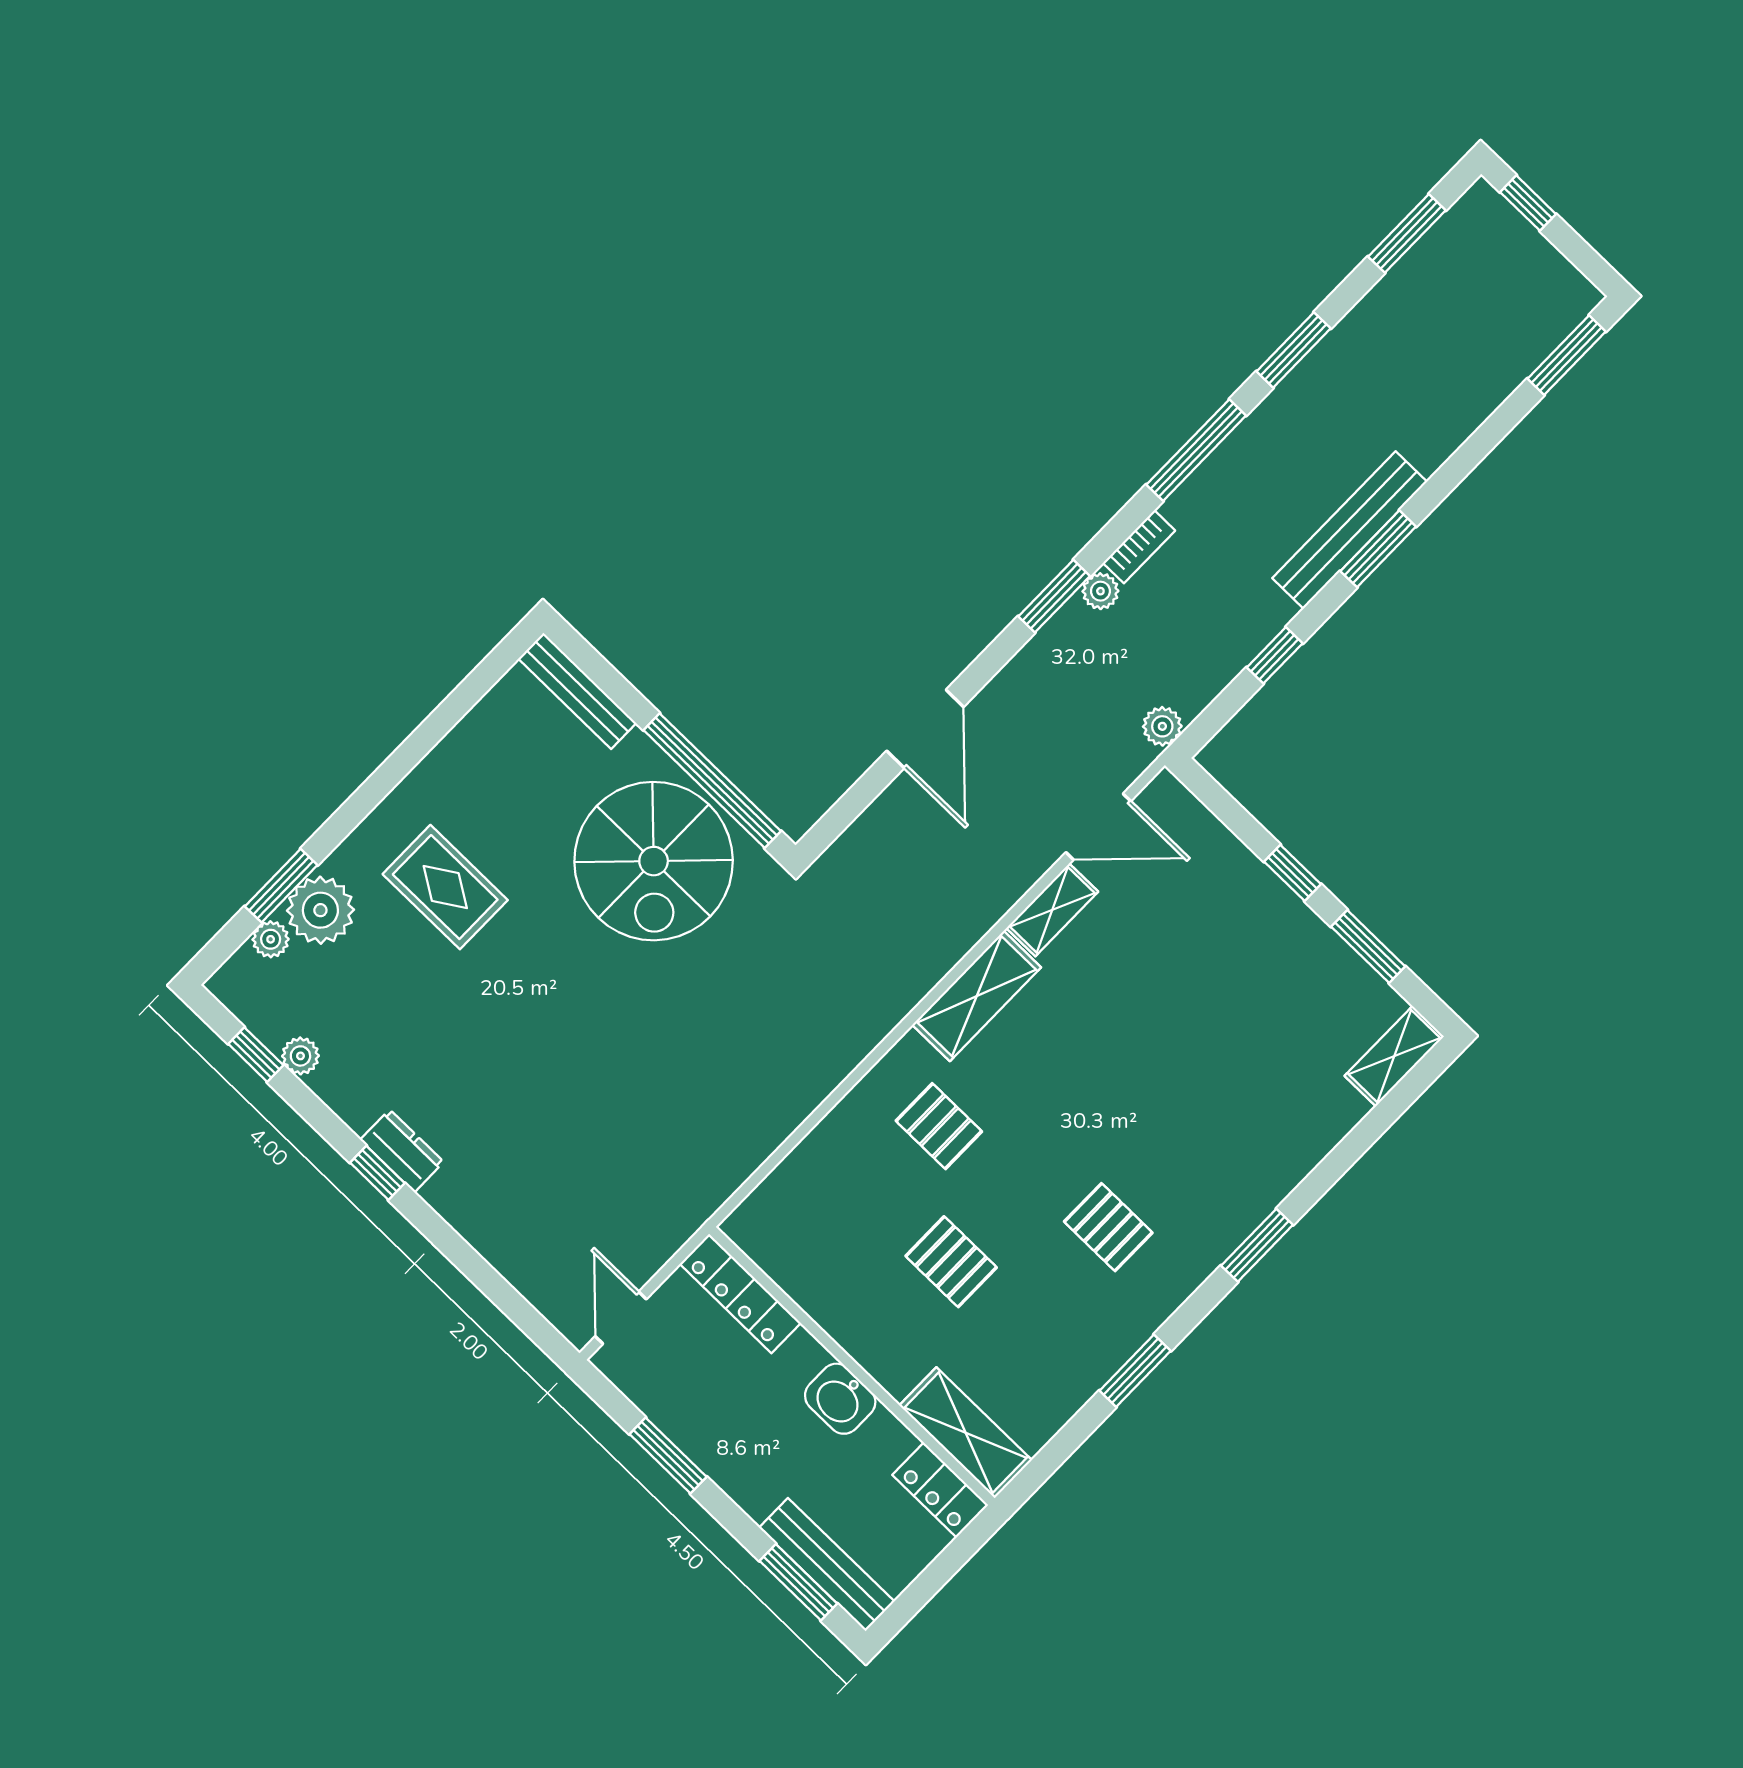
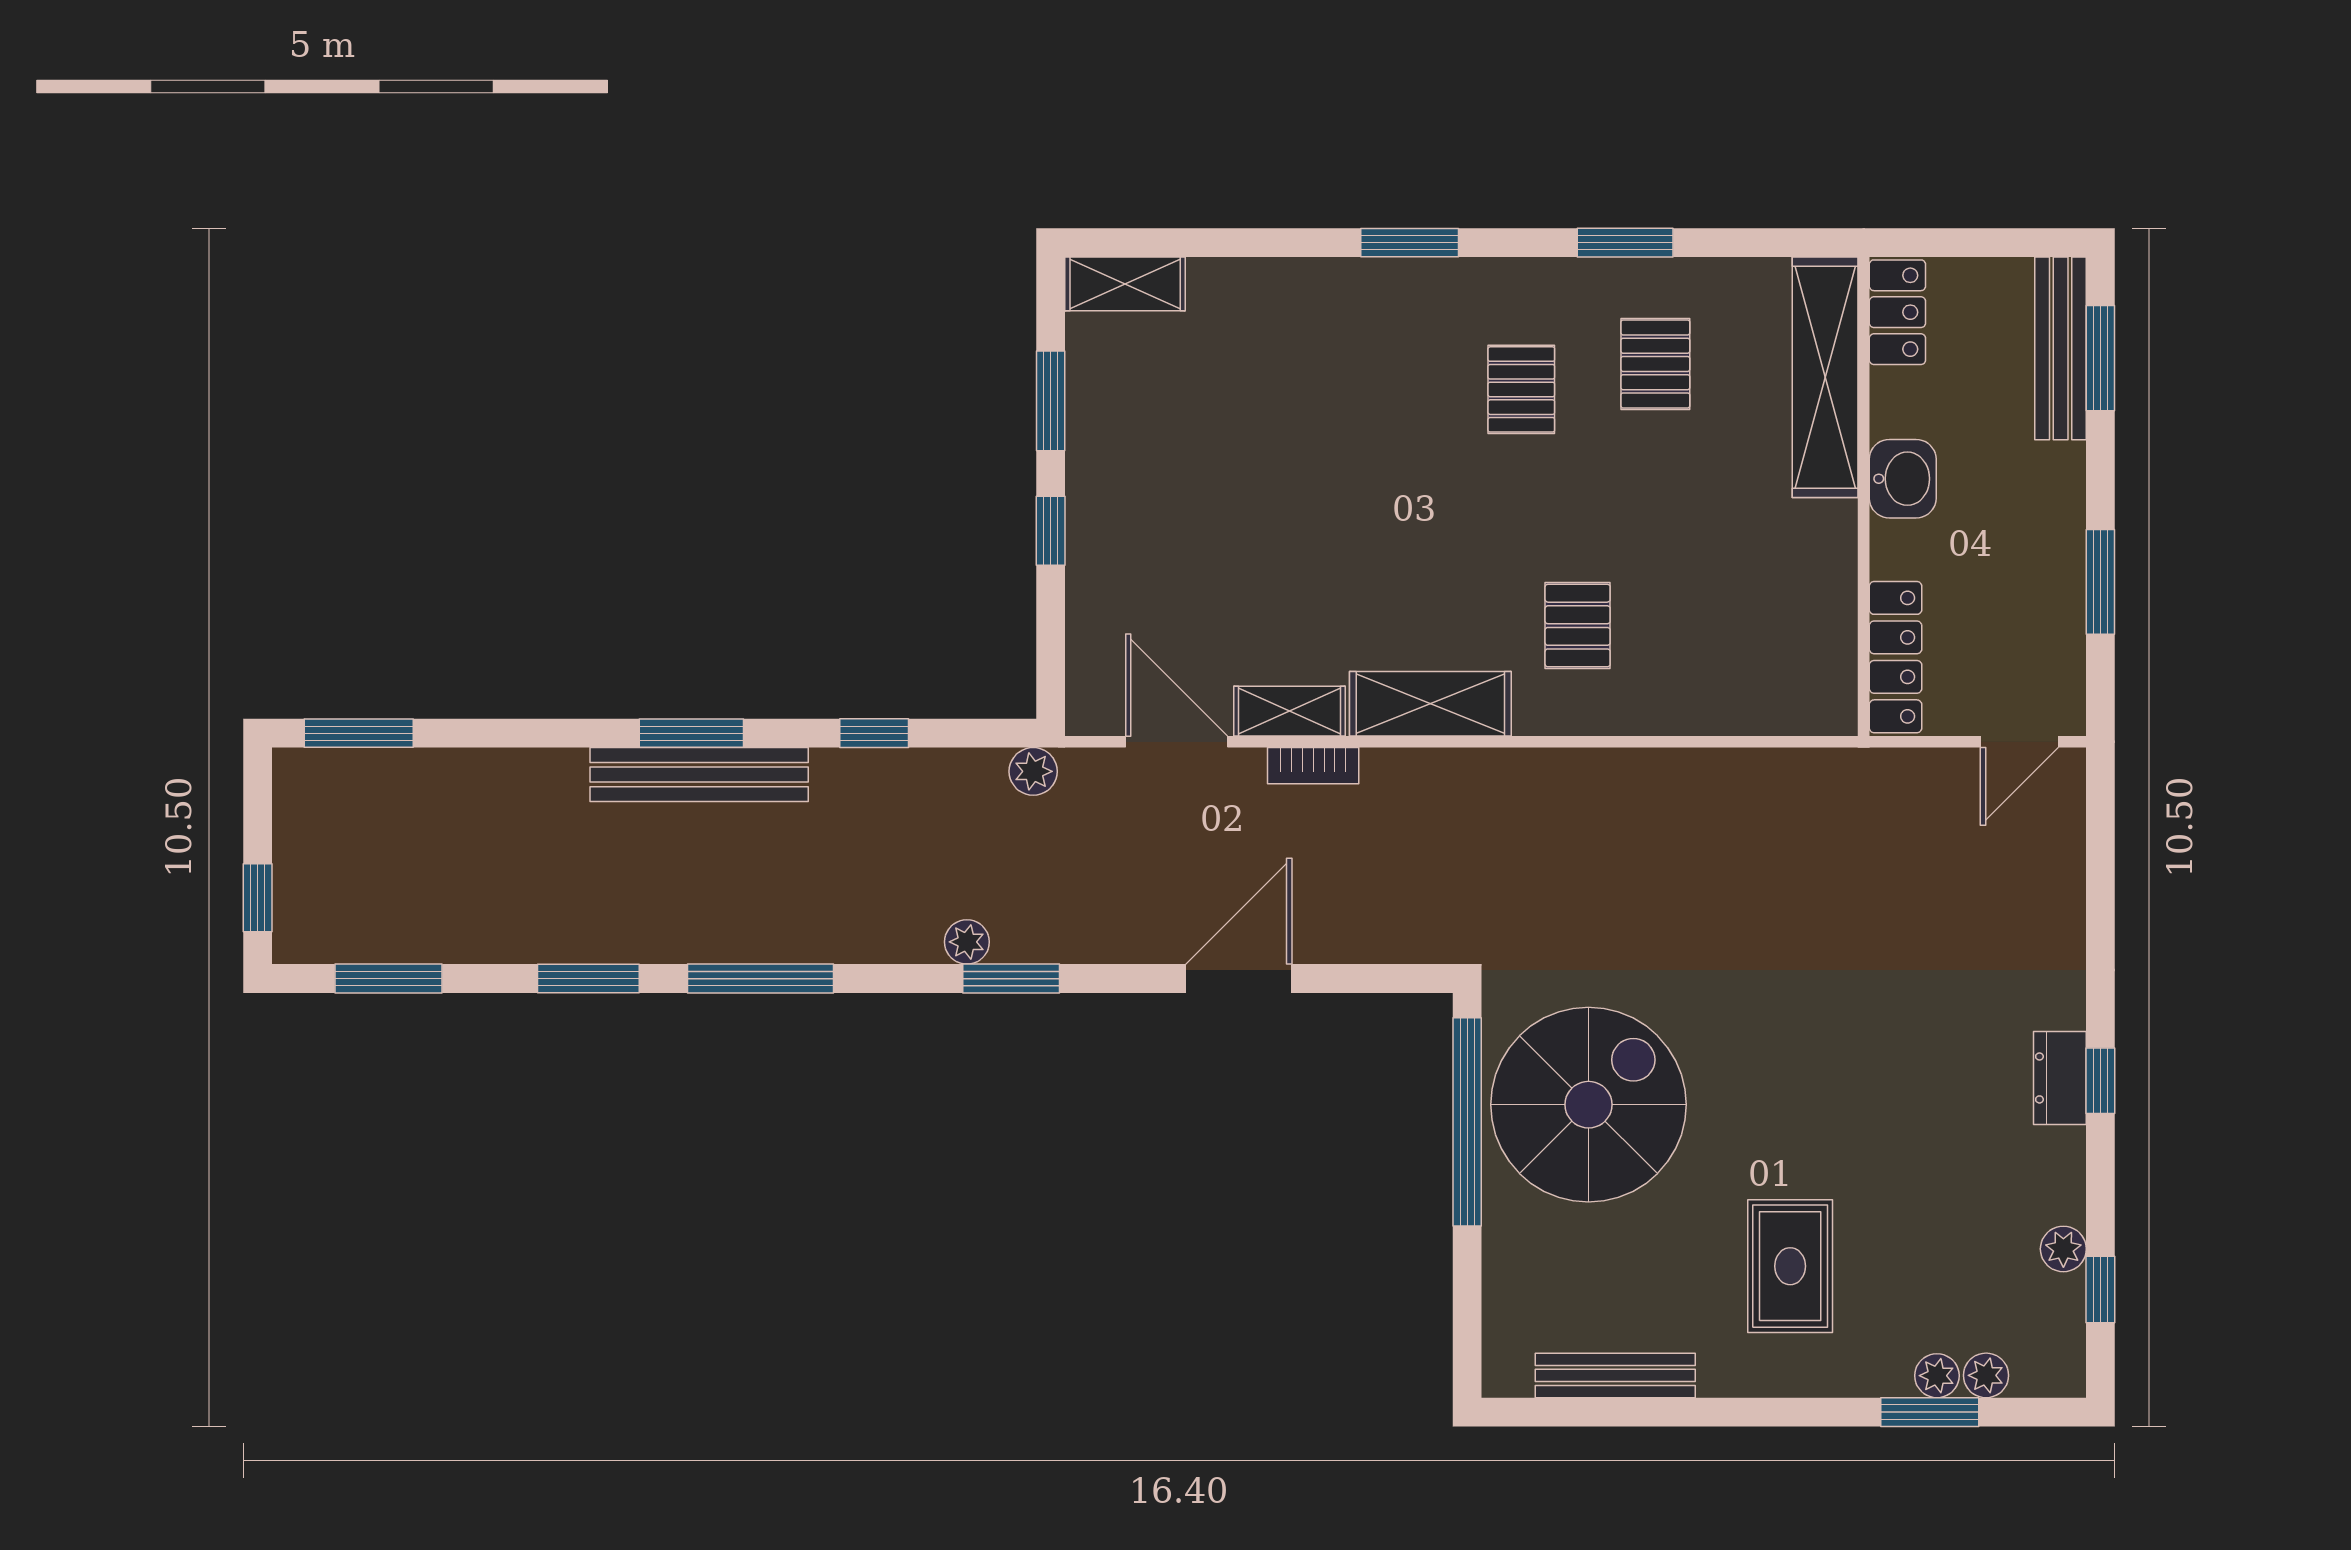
bookcase: (1139, 547) -> (1313, 766), moved, turned 180
bench: (577, 691) -> (1615, 1375), moved, turned 90
plant: (320, 910) -> (1937, 1376), width x0.53, depth x0.53
pallet: (951, 1262) -> (1655, 364), moved
shelving: (966, 1433) -> (1825, 377), width x1.47

